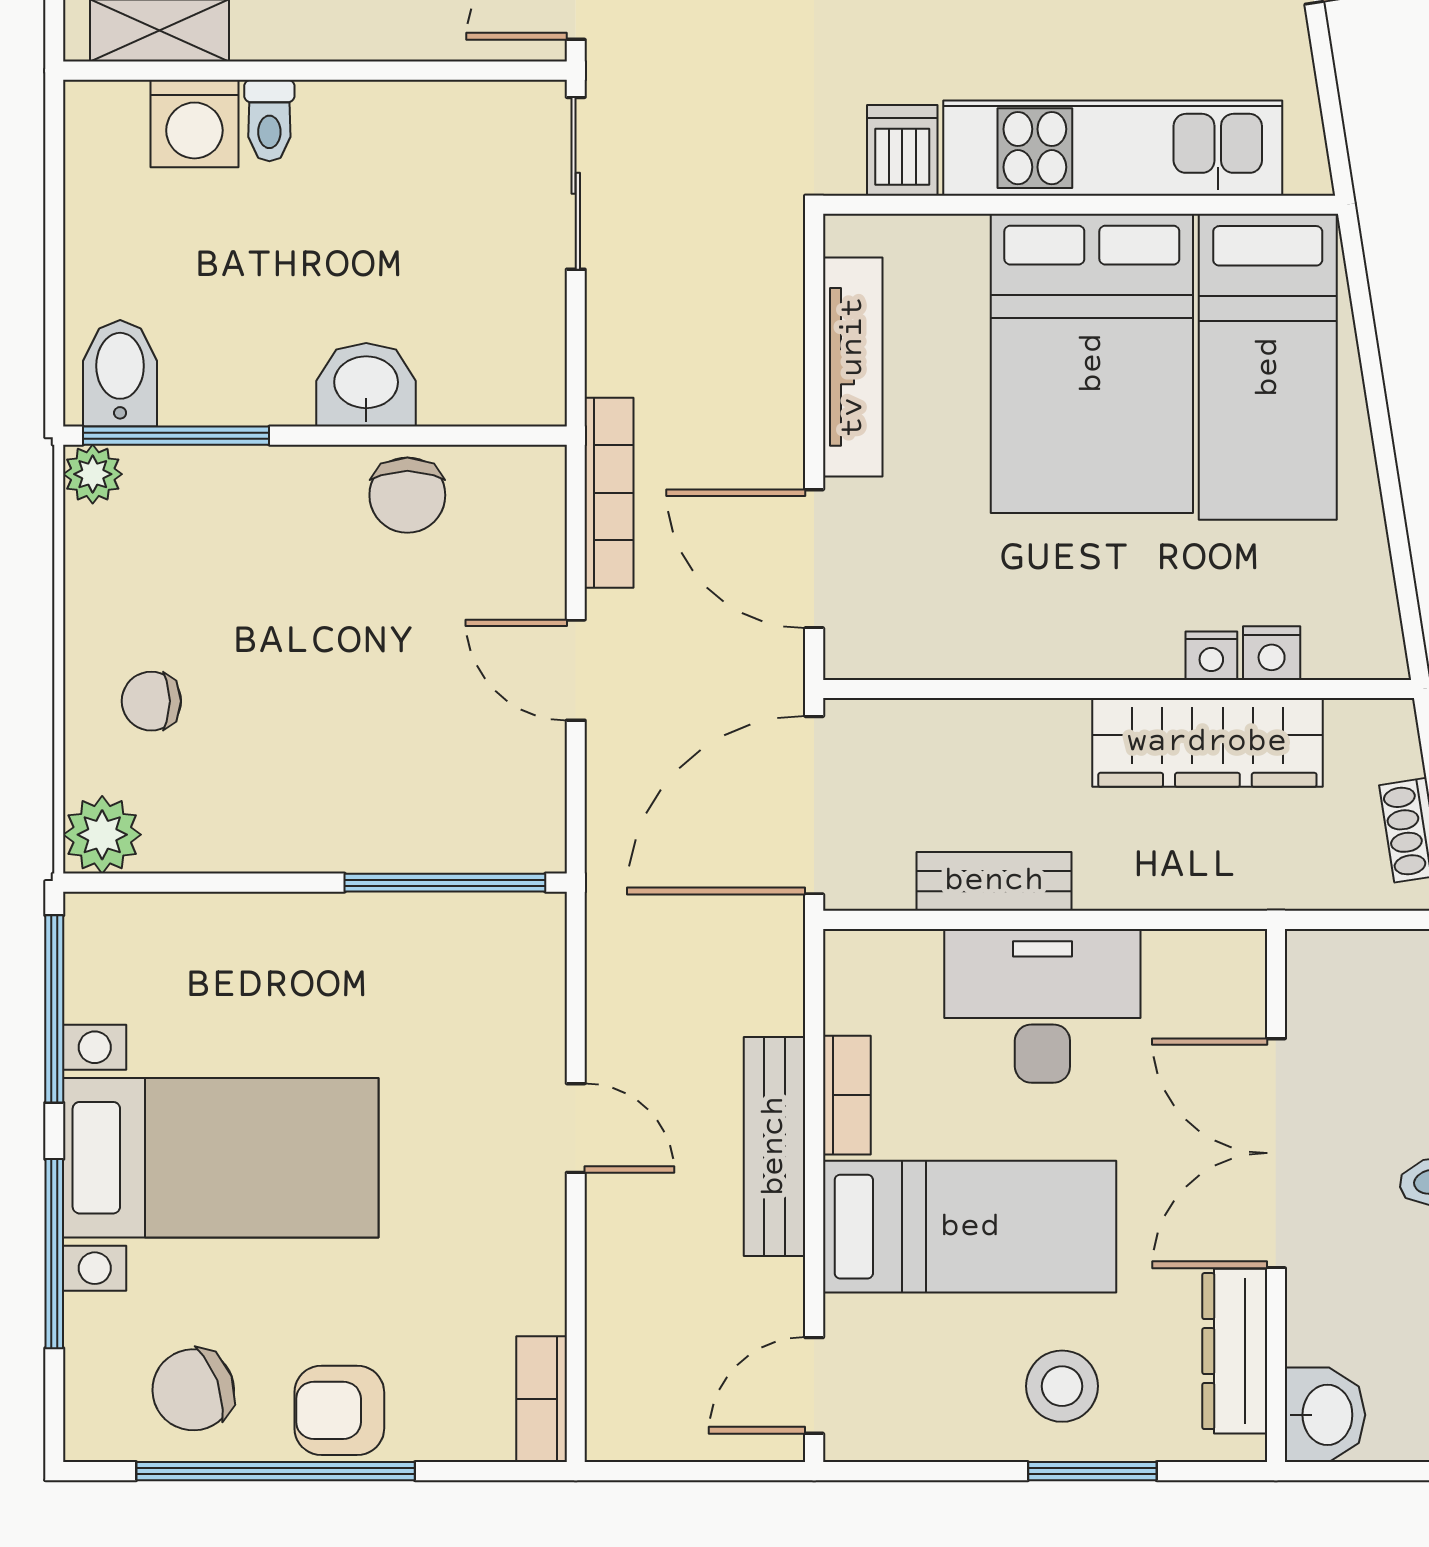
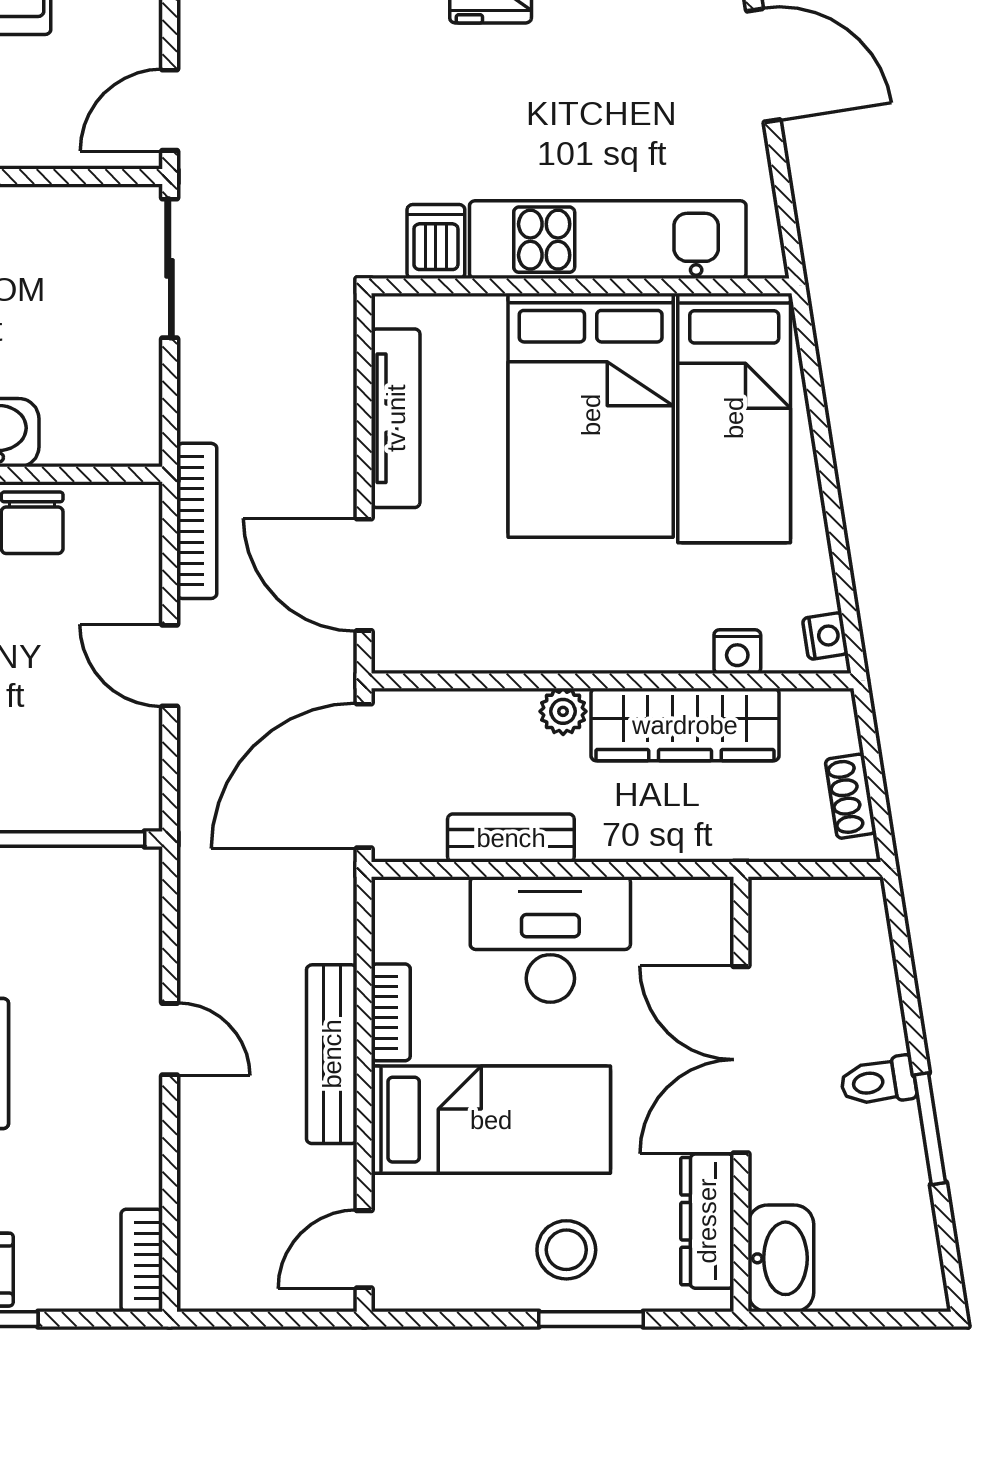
nightstand: (1211, 656) -> (825, 636), moved, turned -99
plant: (1058, 726) -> (563, 711), added
washbasin: (1325, 1415) -> (781, 1258), width x1.38

